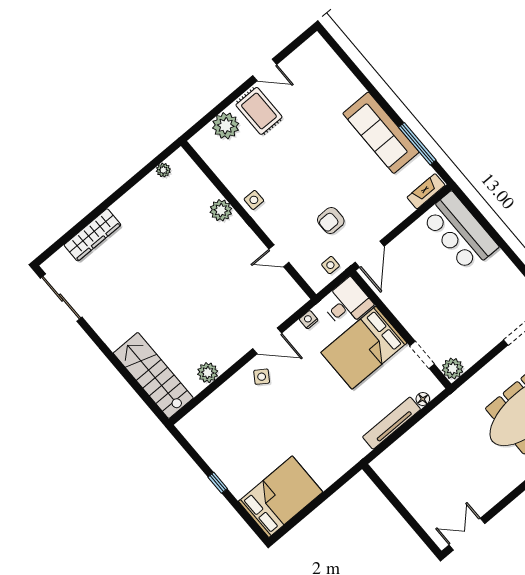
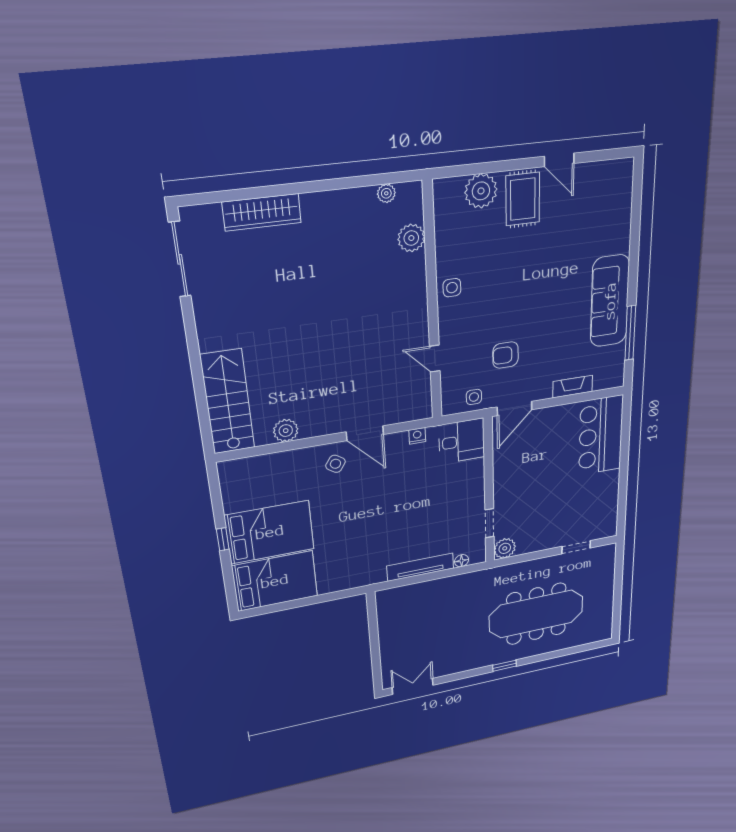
fireplace: (426, 191) -> (573, 387), moved
plant: (221, 210) -> (411, 238), moved
bed: (364, 348) -> (270, 532), moved, turned 180

